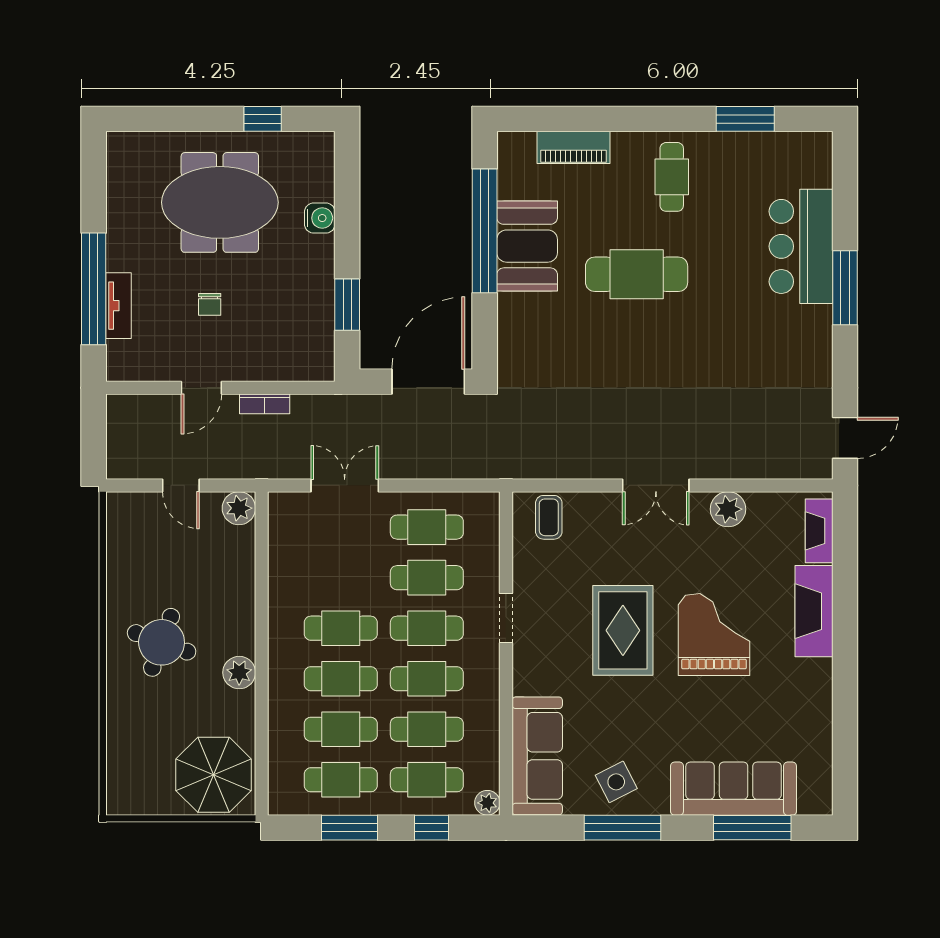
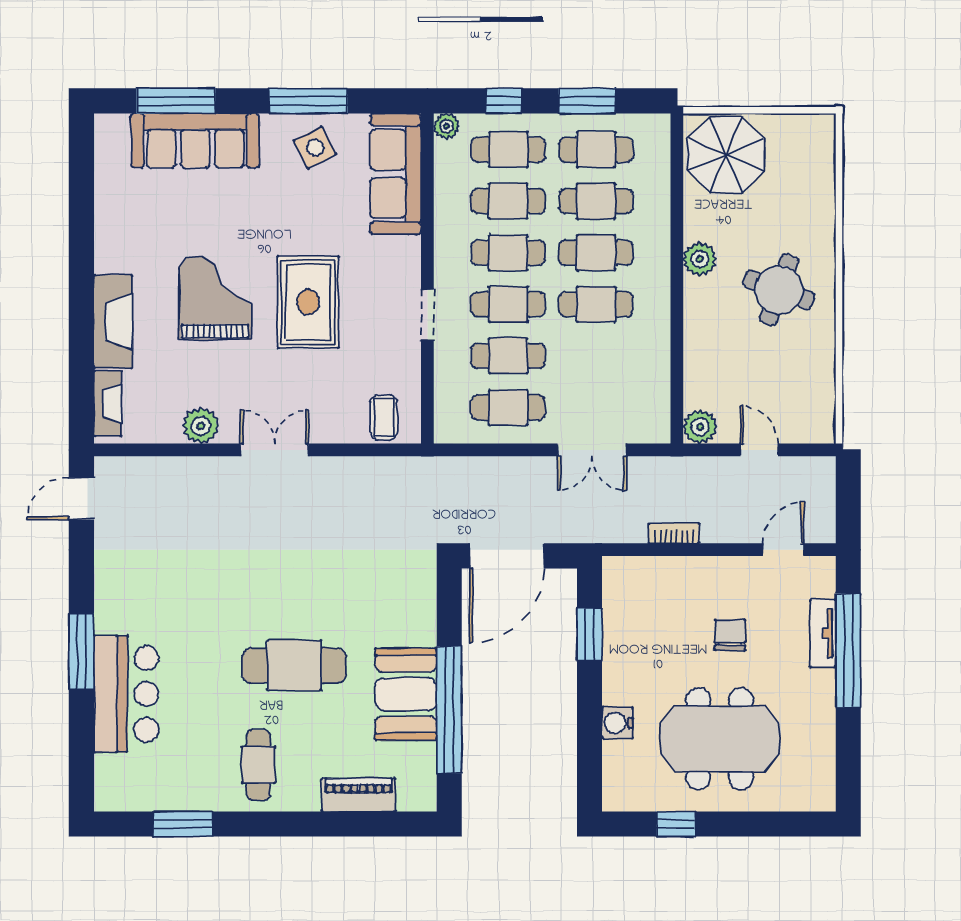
chair: (210, 304) -> (730, 635), width x1.37, depth x1.37
door: (201, 388) -> (783, 550), moved
grand piano: (714, 634) -> (215, 298), turned 180

